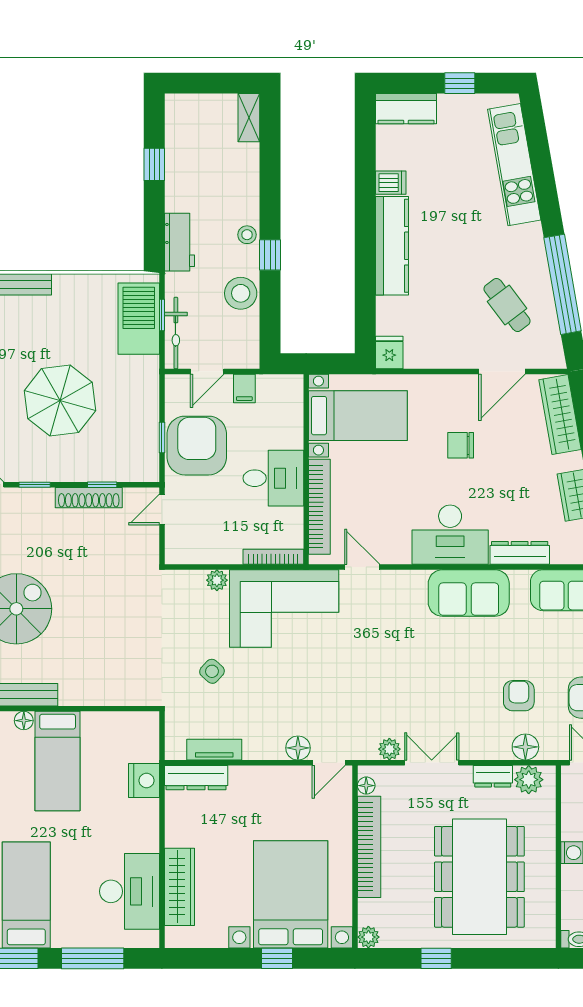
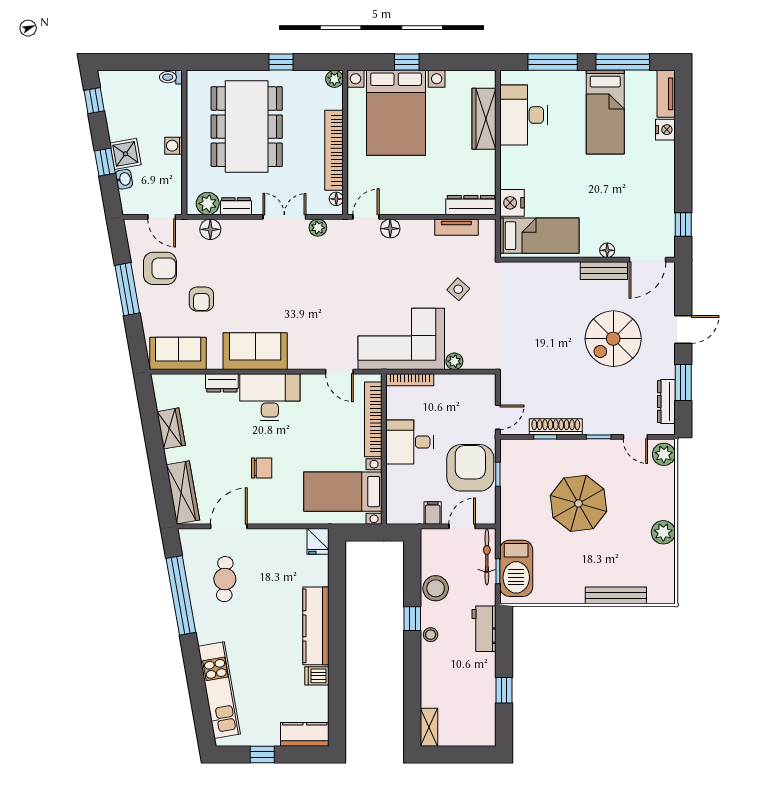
cafe table: (507, 305) -> (225, 579), turned 39
armchair: (197, 446) -> (470, 468), turned 180
dresser: (520, 553) -> (222, 383), width x0.70
armchair: (519, 696) -> (201, 299), moved
bed: (58, 761) -> (539, 236), moved, turned 90
double door: (432, 763) -> (284, 217), swing flipped

